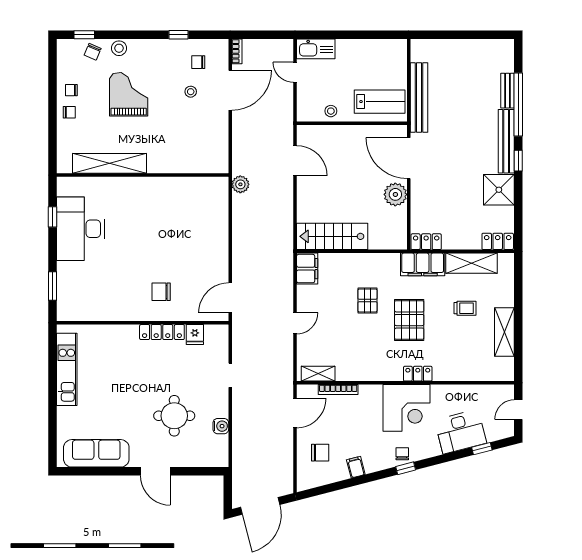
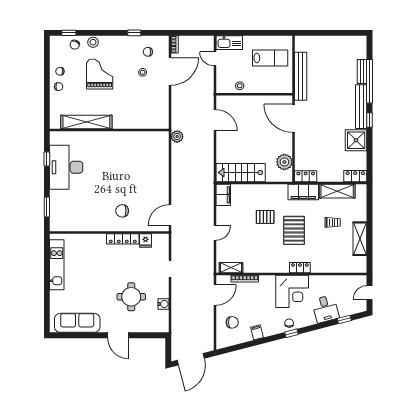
lab bench: (380, 102) -> (270, 58), moved
plant: (395, 194) -> (284, 162), moved
pallet: (367, 300) -> (265, 217), turned 90
desk: (461, 432) -> (325, 309), width x0.73

